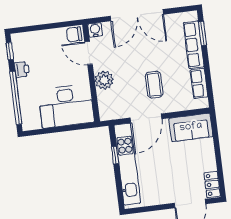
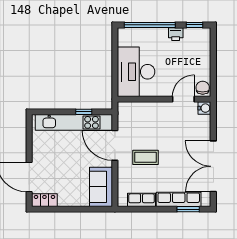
double door: (137, 15) -> (213, 166), moved
plant: (104, 80) -> (156, 111), removed

